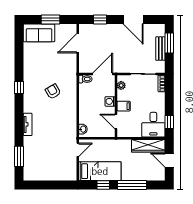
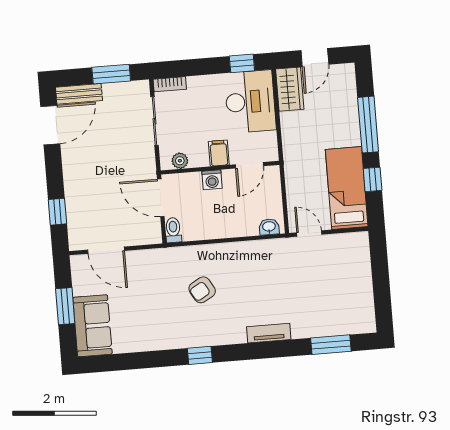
door: (133, 19) -> (50, 125), moved
window: (169, 43) -> (111, 74), moved
bench: (160, 49) -> (79, 94), moved
desk: (153, 125) -> (250, 102), width x1.37
wardrobe: (148, 146) -> (290, 89), width x0.67

